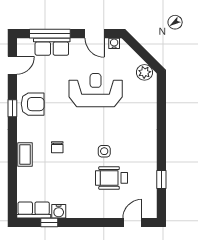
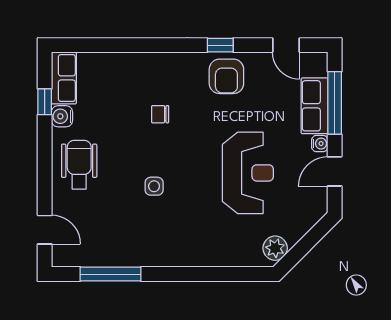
water cooler: (114, 43) -> (320, 144), moved
coffee table: (25, 154) -> (149, 65), removed
wheelchair: (112, 178) -> (79, 165), moved
window: (161, 180) -> (111, 274), width x2.17

